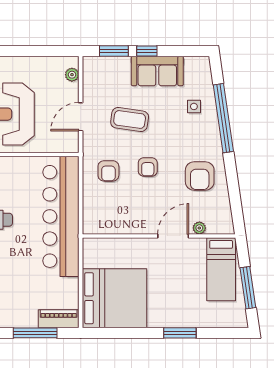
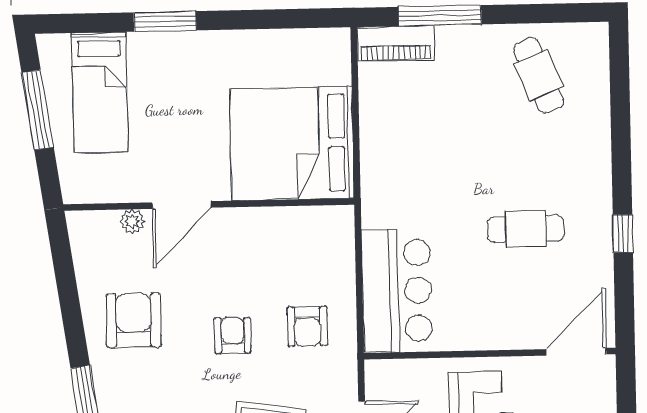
armchair: (108, 171) -> (307, 326), turned 180
bar counter: (61, 216) -> (397, 291), width x0.54
bed: (221, 269) -> (100, 92), moved, turned 180
bed: (114, 298) -> (292, 143), moved

